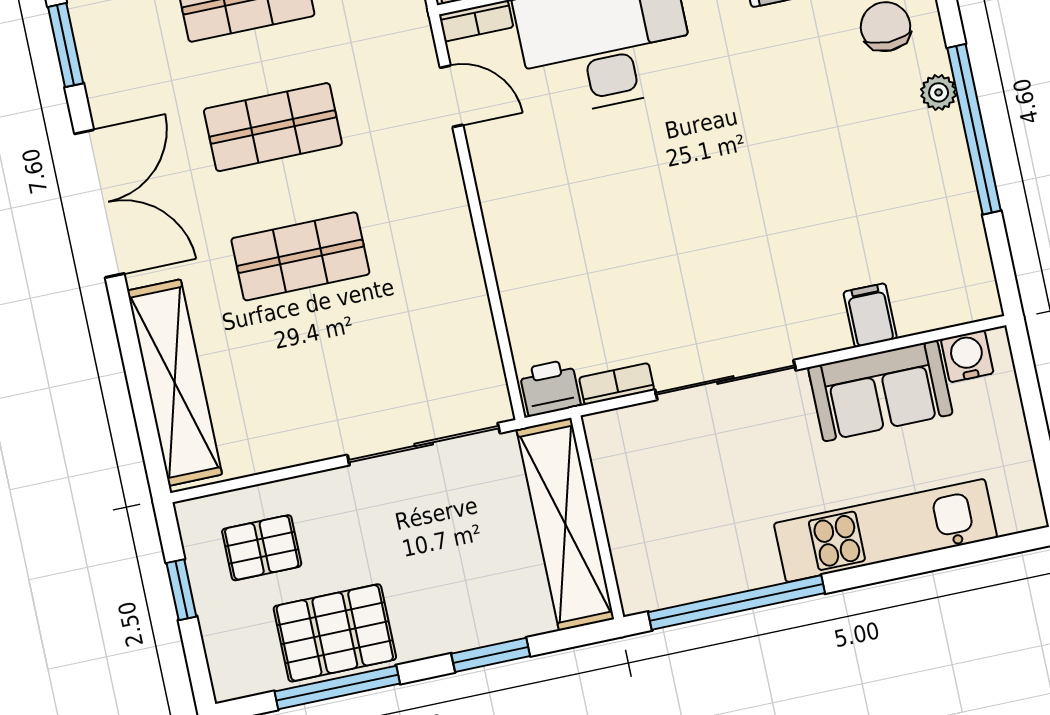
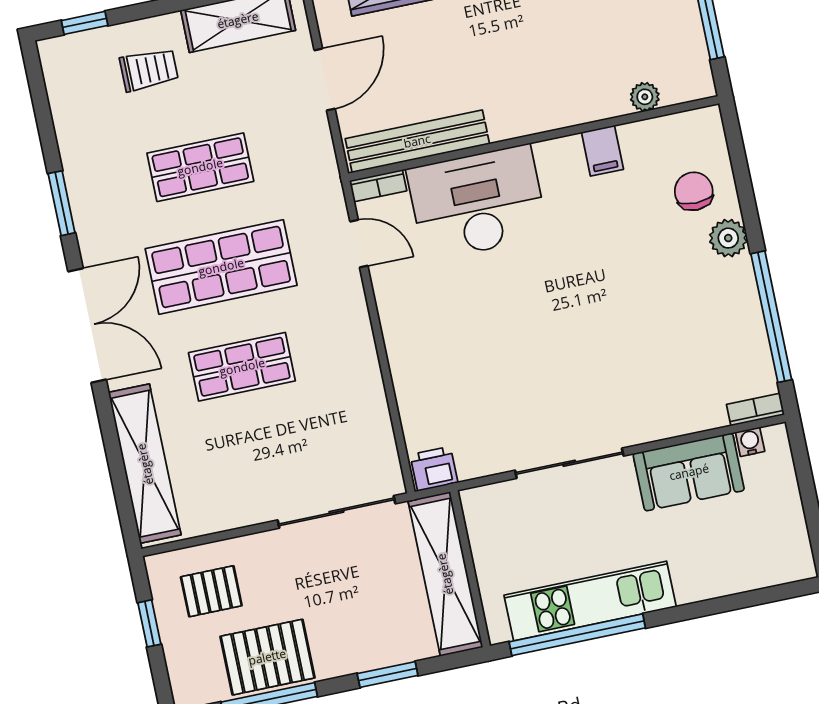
plant: (939, 92) -> (728, 238), width x1.38, depth x1.38
shop shelf: (273, 127) -> (221, 267), width x1.43, depth x1.36
window: (974, 129) -> (771, 317), moved
filing cabinet: (870, 315) -> (681, 414), removed
water cooler: (967, 356) -> (750, 442), width x0.72, depth x0.72
bookcase: (617, 384) -> (755, 410), moved
kitchen unit: (885, 531) -> (590, 601), moved

